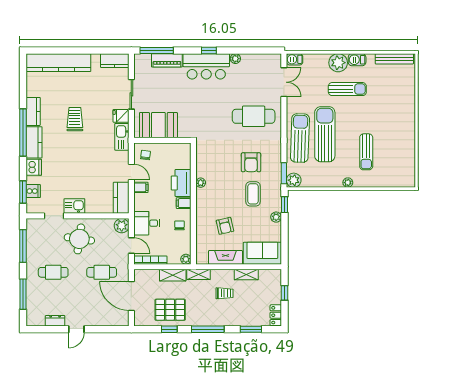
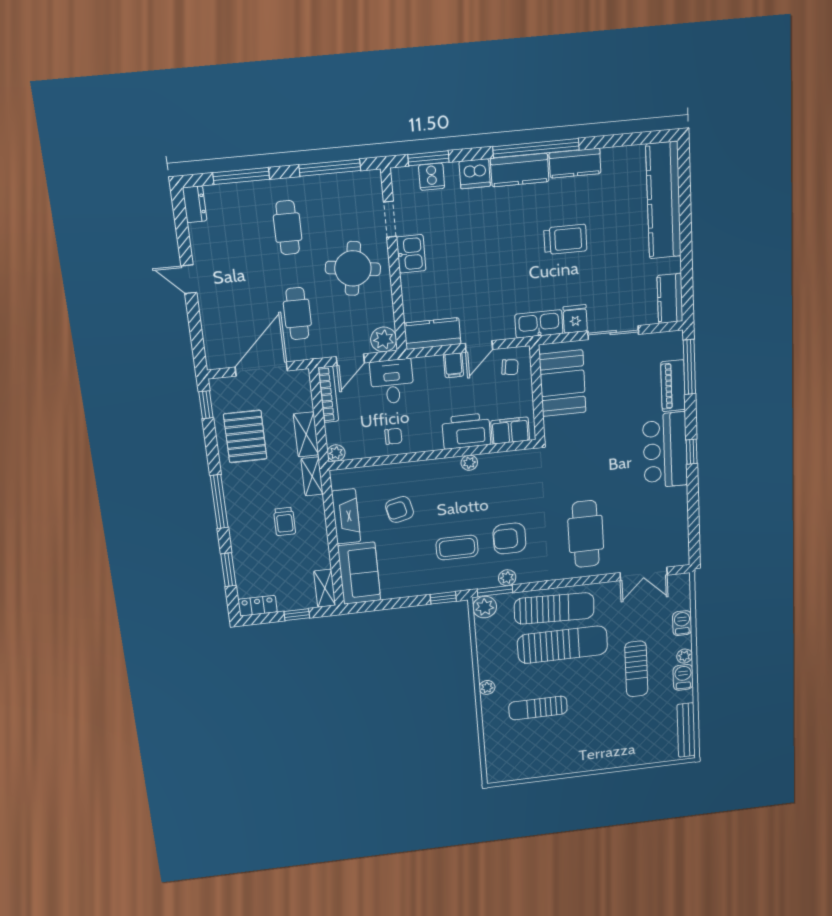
plant: (235, 59) -> (679, 495), removed
barbecue: (295, 59) -> (682, 623), moved
plant: (338, 63) -> (685, 656), width x0.53, depth x0.53
filing cabinet: (184, 203) -> (510, 431), moved, width x2.00
plant: (276, 217) -> (507, 578), moved
shelving: (246, 275) -> (325, 588), moved
dresser: (55, 321) -> (195, 204), moved
window: (169, 329) -> (206, 405), moved

